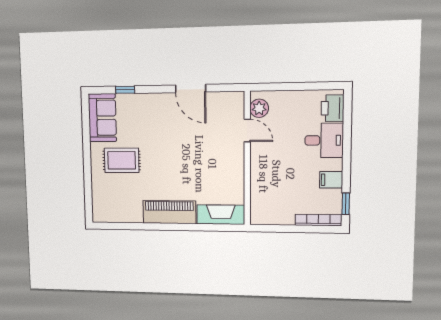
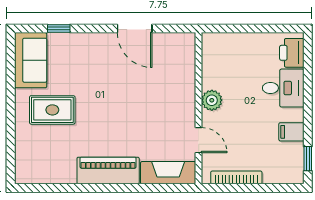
plant: (259, 108) -> (212, 100), moved
door: (247, 130) -> (199, 140), moved
bookcase: (318, 220) -> (236, 177), moved

